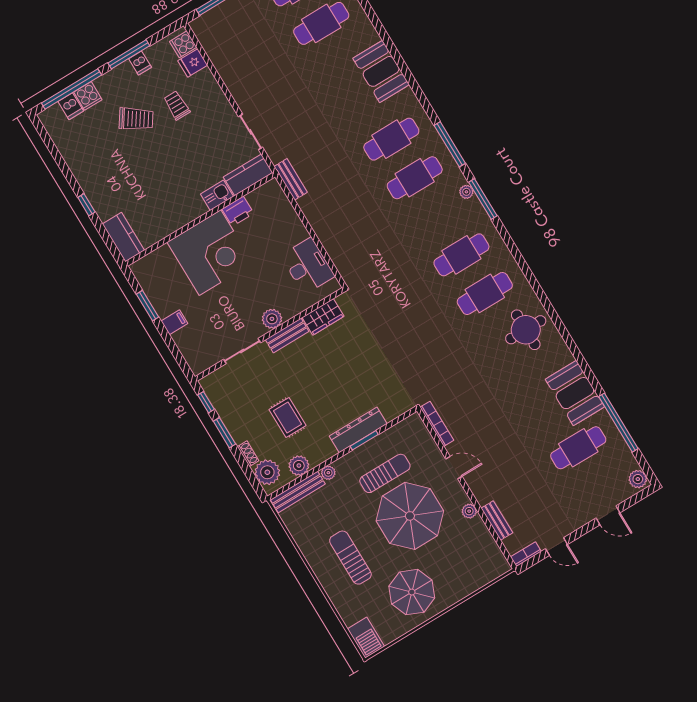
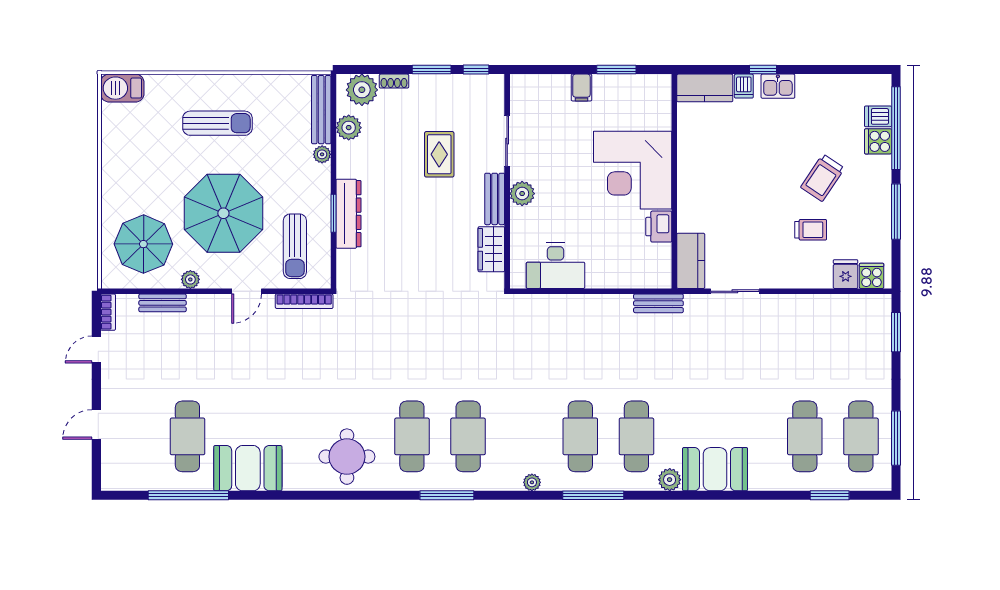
dishwasher: (140, 63) -> (744, 86), moved, turned -90
kitchen sink: (217, 195) -> (778, 86), moved, turned 90
window: (483, 199) -> (447, 495), moved
rug: (288, 417) -> (439, 154), moved, turned 90
sun lounger: (385, 473) -> (295, 246), moved
plant: (638, 479) -> (670, 480), moved
parasol: (412, 592) -> (143, 244), moved

